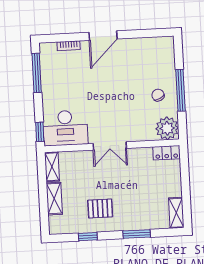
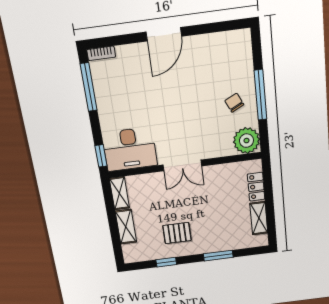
bookcase: (69, 46) -> (101, 53), moved
locker: (167, 153) -> (256, 187), moved, turned 90
shelving: (176, 213) -> (259, 218), moved

